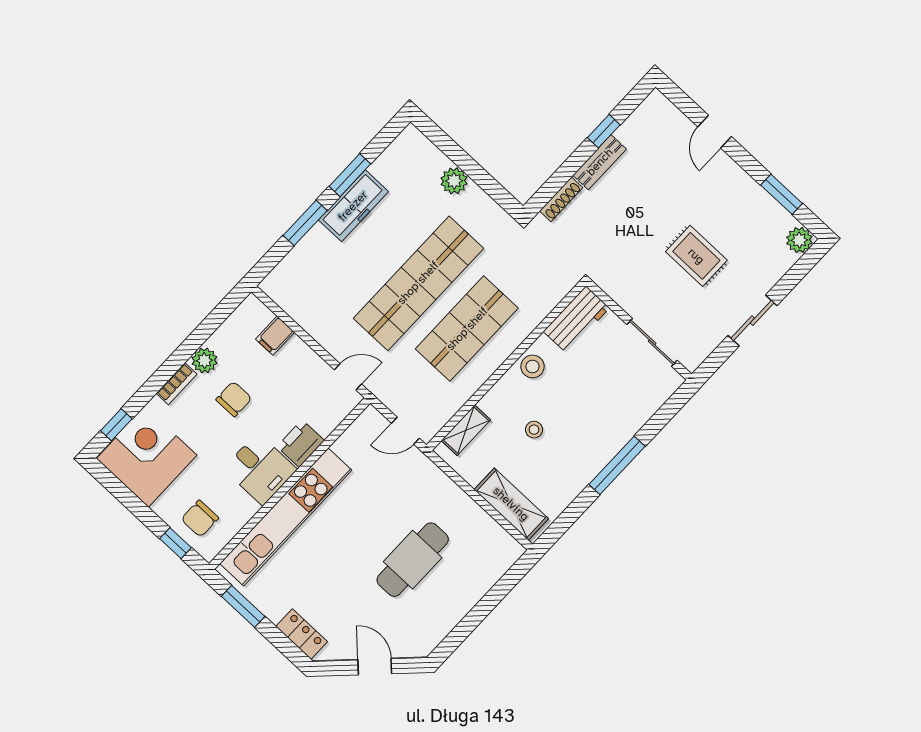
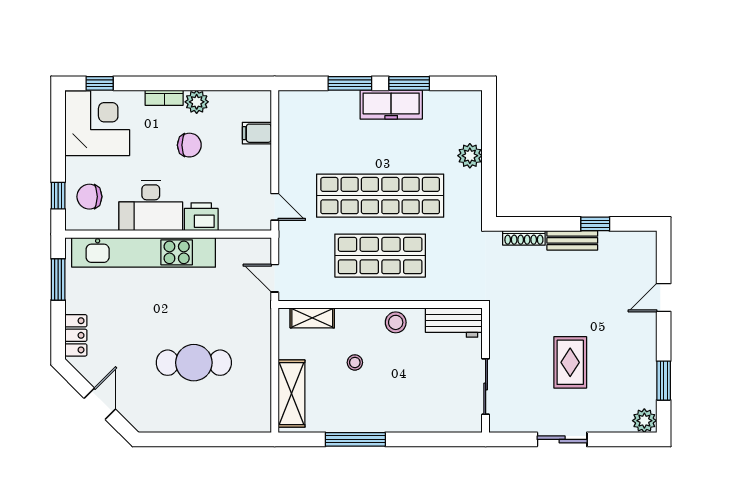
window: (617, 465) -> (355, 439), moved
desk: (260, 469) -> (151, 206), width x1.37

